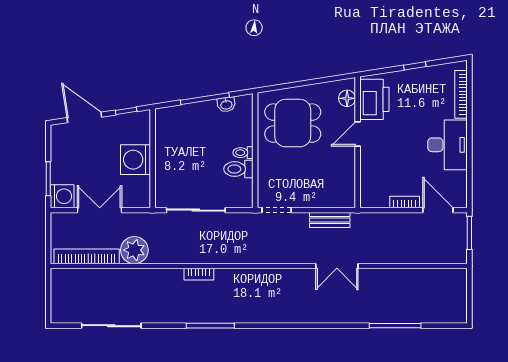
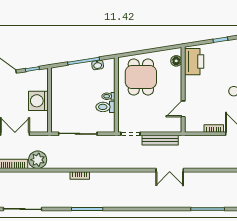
dining table: (293, 123) -> (141, 77), turned 90
door: (358, 134) -> (183, 109), moved
bench: (330, 220) -> (160, 140), width x1.36

